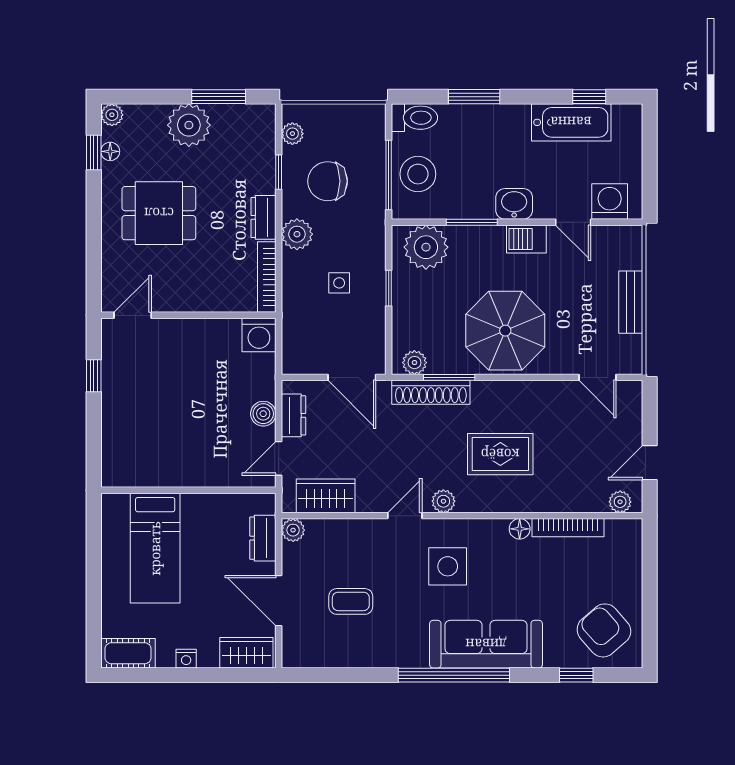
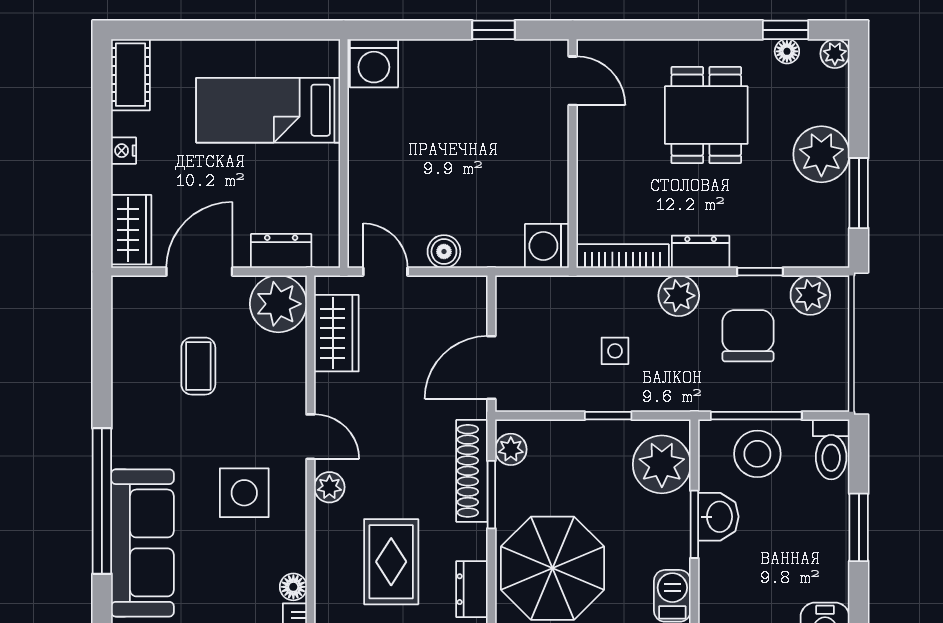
plant: (292, 134) -> (810, 295), width x1.38, depth x1.38
washbasin: (514, 204) -> (718, 517), moved
dresser: (293, 415) -> (472, 589), moved, turned 90
washing machine: (119, 467) -> (374, 63), added
plant: (293, 530) -> (278, 304), width x1.87, depth x1.87

